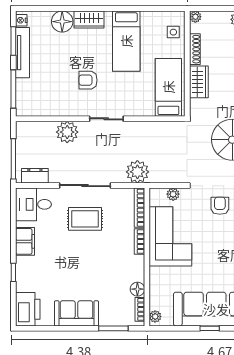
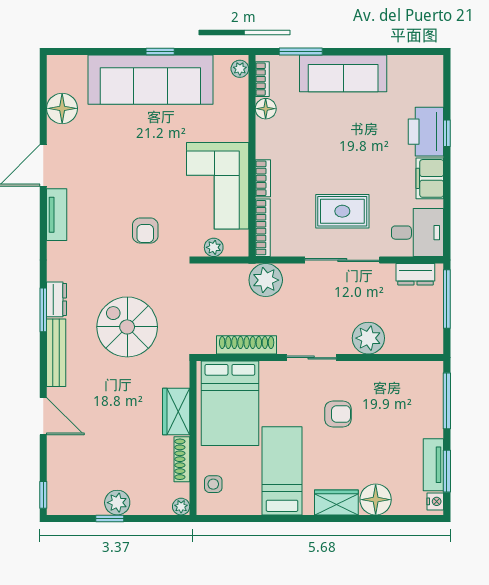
tv unit: (23, 53) -> (433, 465), width x0.71
bed: (168, 87) -> (230, 403), width x1.50
shoe rack: (151, 127) -> (247, 345), added
printer: (28, 309) -> (426, 132), moved
sofa: (77, 313) -> (343, 73), width x1.36

